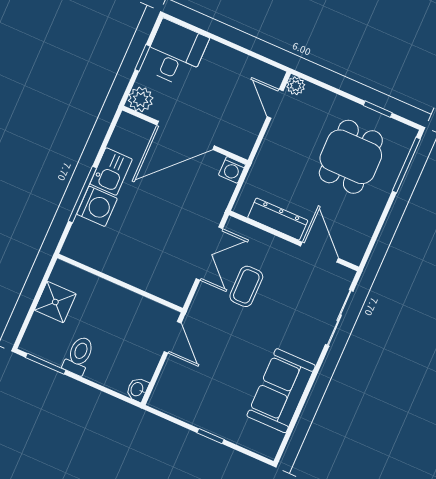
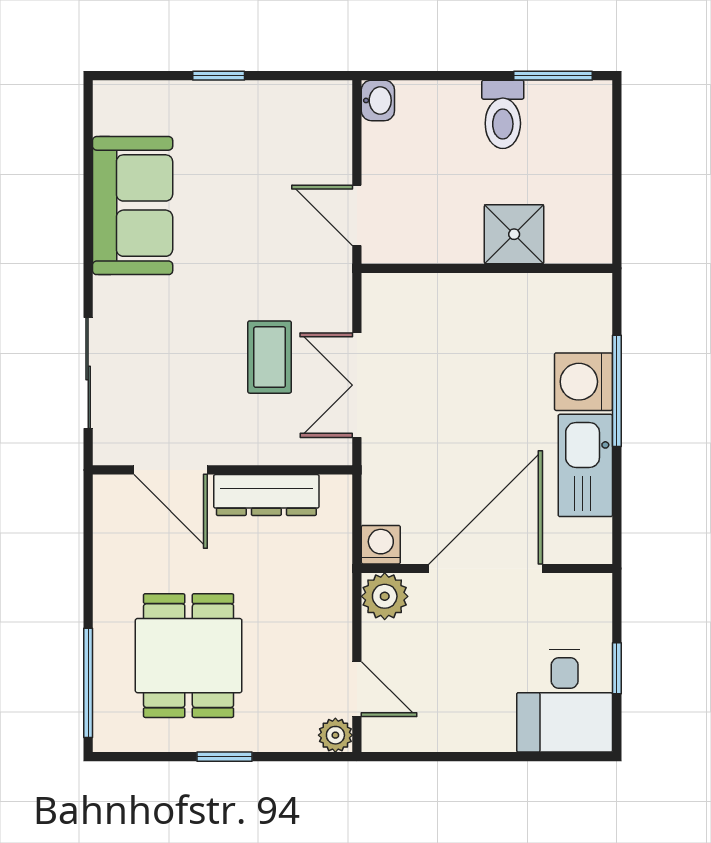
plant: (141, 99) -> (385, 596), moved
window: (378, 109) -> (225, 757), moved
kitchen sink: (111, 172) -> (585, 465), width x1.38
shower: (55, 302) -> (514, 234), moved

